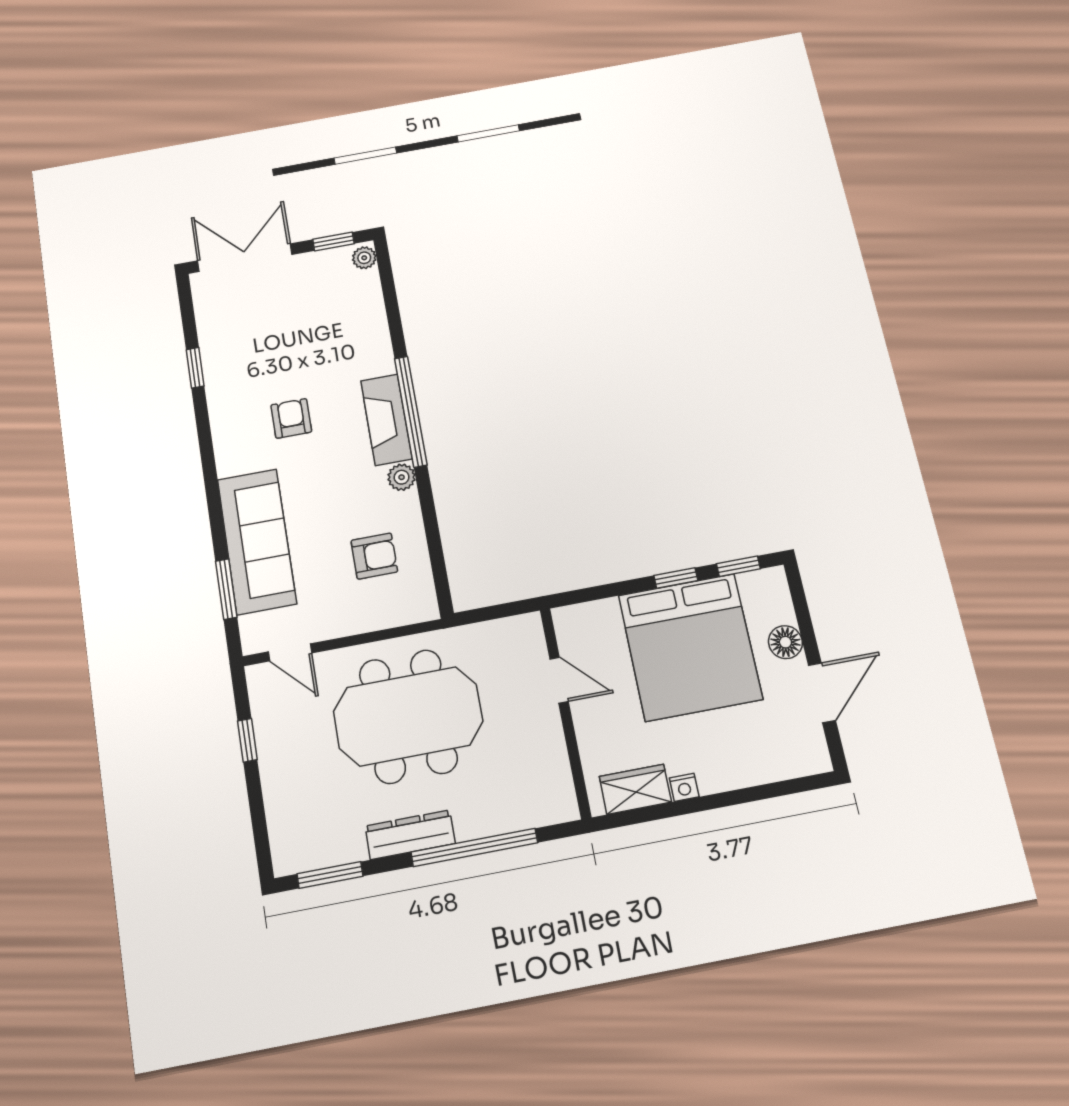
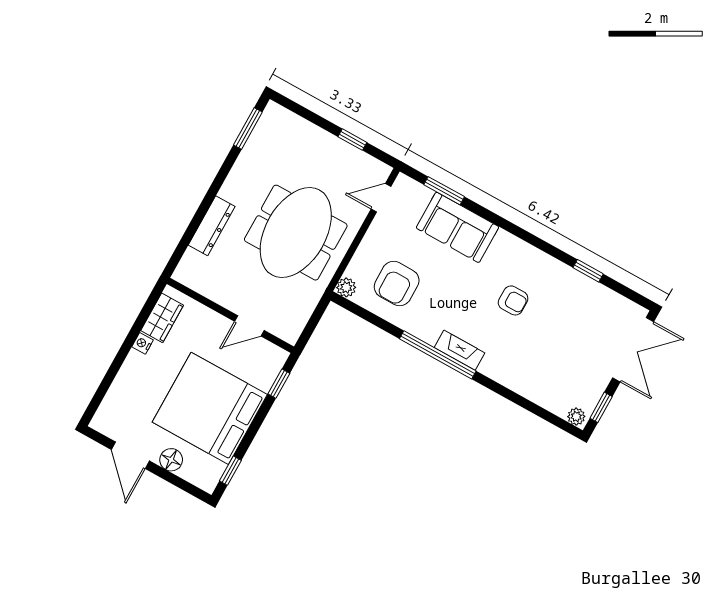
window: (411, 411) -> (438, 355), moved
fireplace: (386, 420) -> (460, 350), width x0.73, depth x0.76
plant: (402, 477) -> (346, 287), moved
sofa: (257, 541) -> (458, 227), width x0.73
armchair: (374, 556) -> (397, 284), width x1.38, depth x1.38
window: (676, 578) -> (279, 384), moved
dresser: (410, 835) -> (212, 226), moved
window: (474, 847) -> (201, 212), removed

